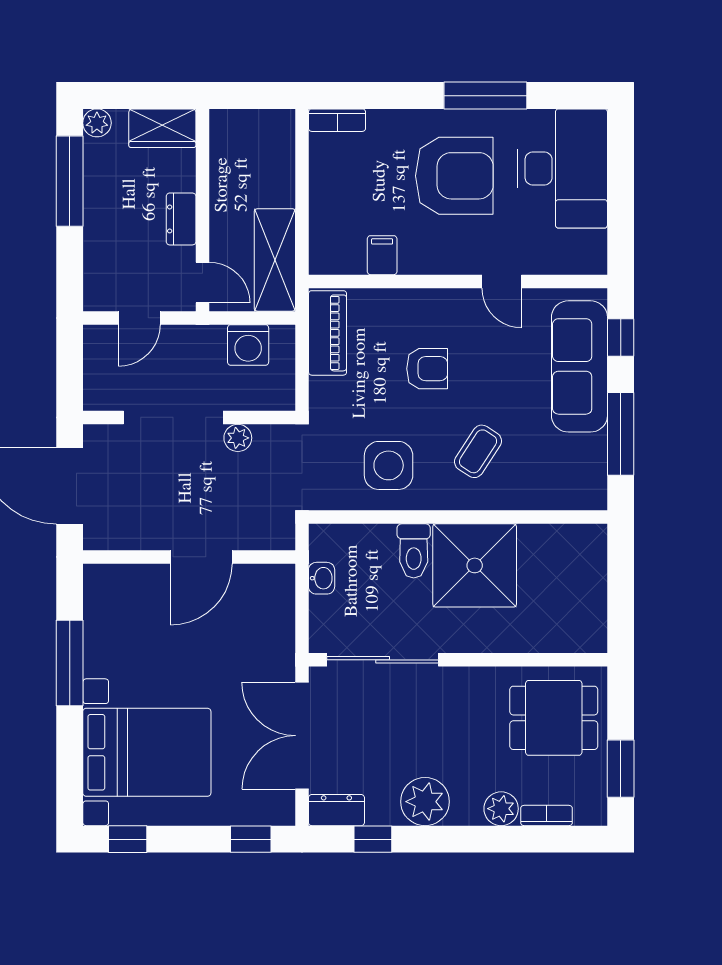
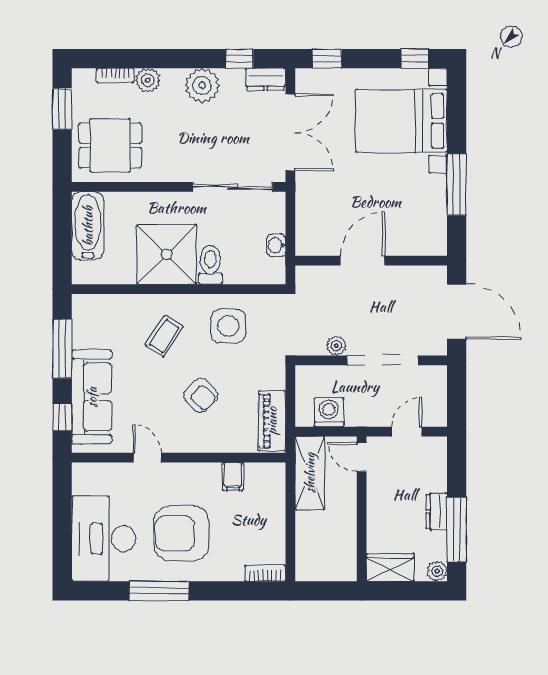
dresser: (181, 219) -> (437, 512), moved, turned 180
armchair: (427, 369) -> (201, 395), turned -134
bathtub: (585, 606) -> (88, 226), added

